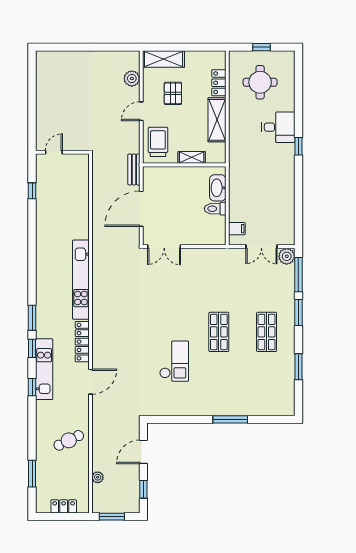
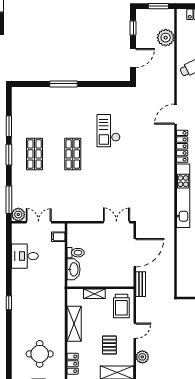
locker: (219, 83) -> (73, 364), moved
desk: (278, 127) -> (25, 256), moved
window: (298, 312) -> (9, 155), moved
plant: (98, 477) -> (166, 38), width x1.87, depth x1.87

